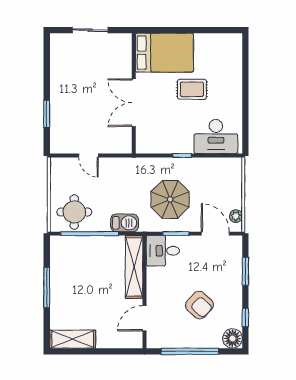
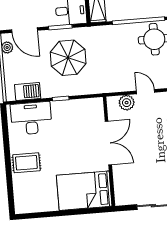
rug: (192, 89) -> (26, 163), moved
plant: (110, 145) -> (127, 103), added
barbecue: (125, 223) -> (28, 91), moved, turned 180

